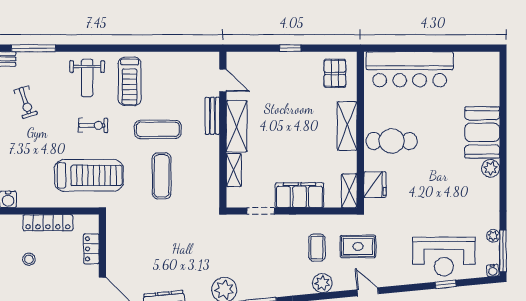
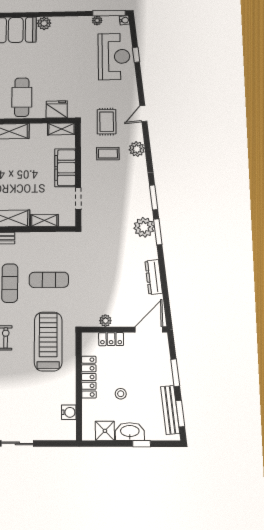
plant: (113, 243) -> (105, 321), added

